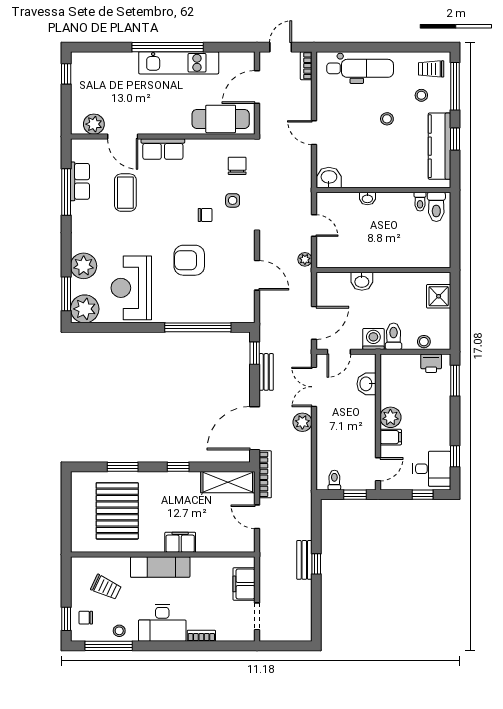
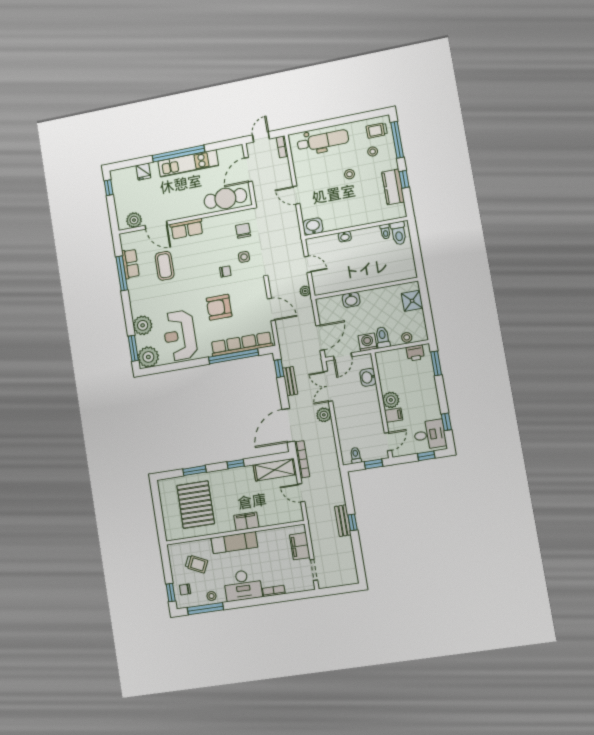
fridge: (117, 62) -> (143, 172), added
kitchen counter: (439, 146) -> (393, 187), width x0.67
row of seats: (211, 313) -> (242, 344), added

